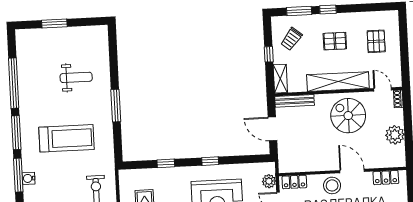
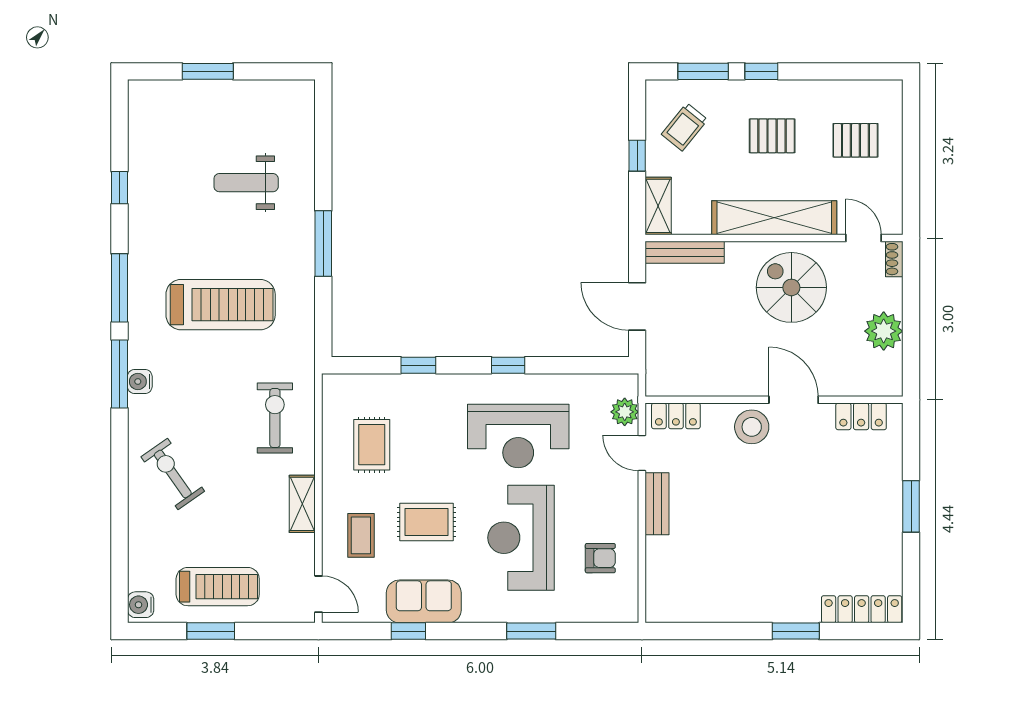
pallet: (376, 41) -> (855, 140), turned 90
weight bench: (76, 77) -> (246, 183), turned 180
window: (14, 83) -> (119, 188), width x0.32

